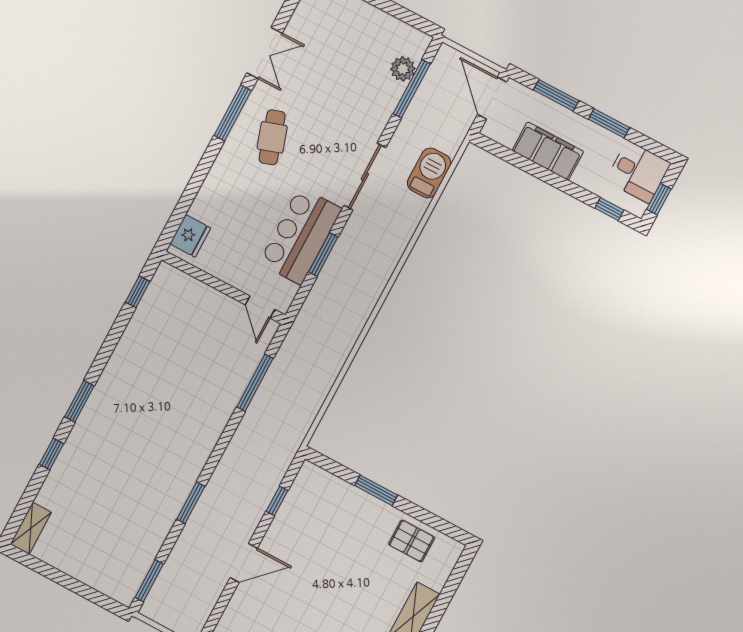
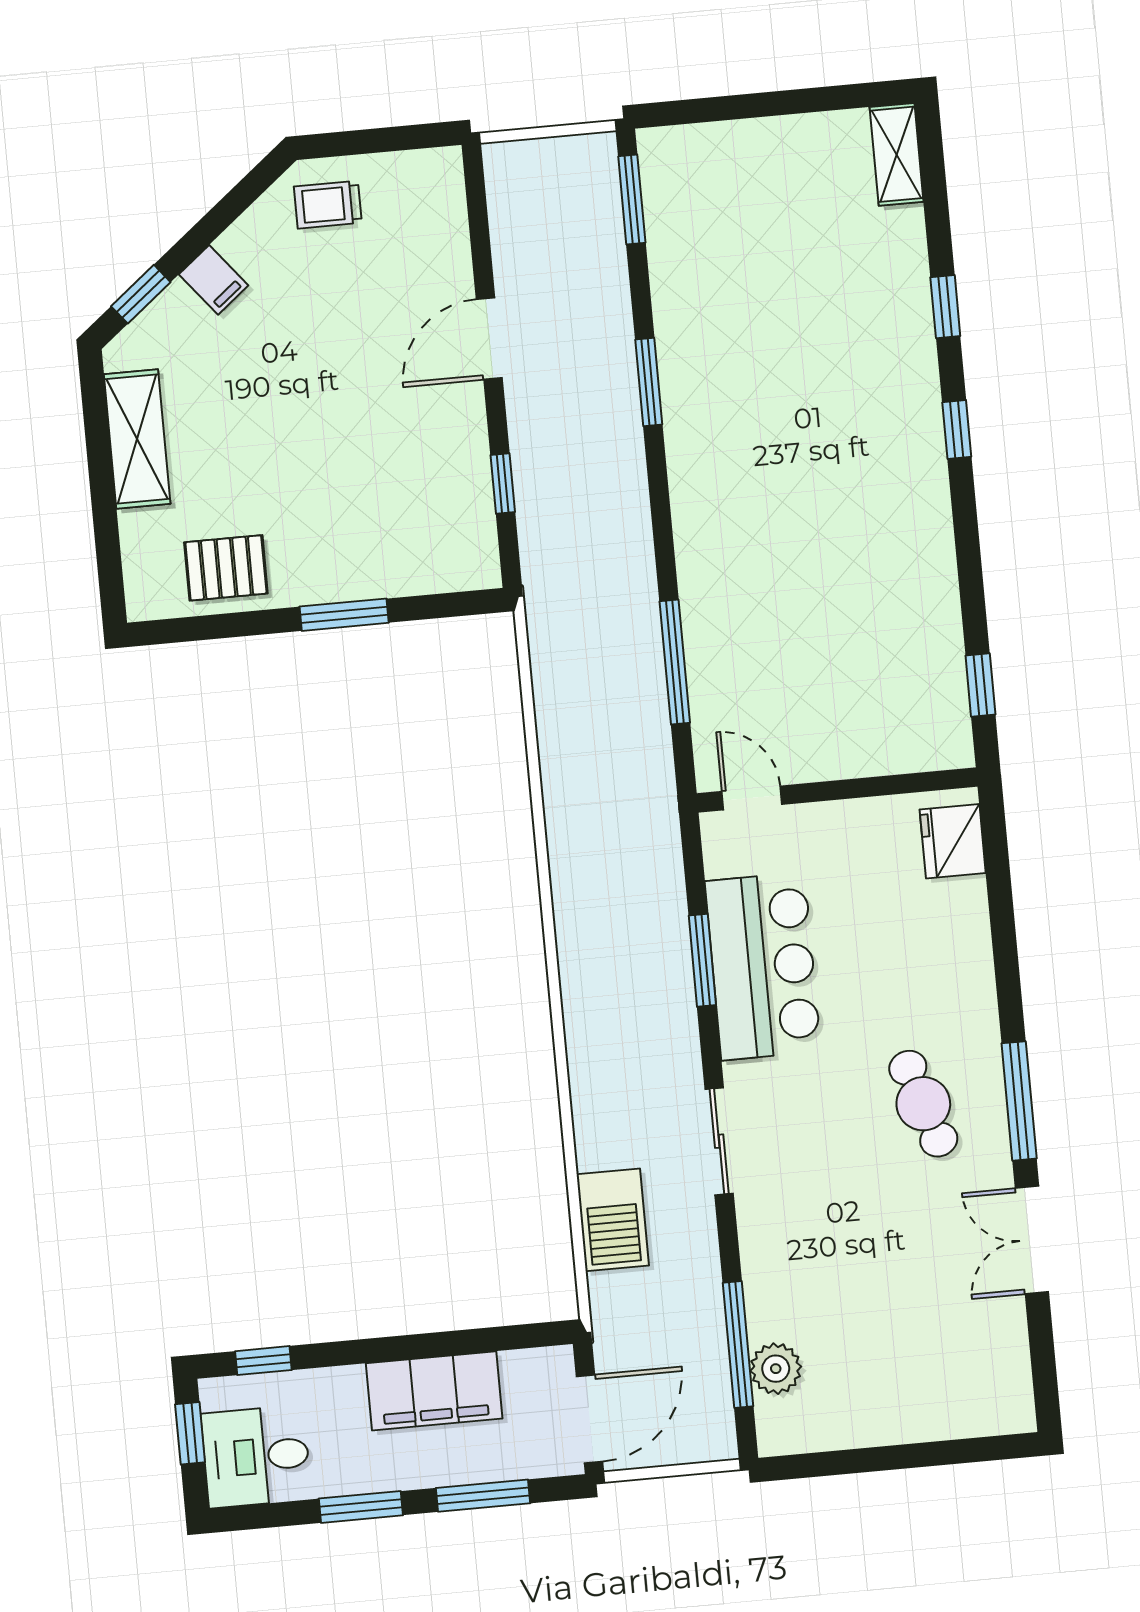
door: (492, 98) -> (589, 1419), hinge flipped
sliding door: (365, 177) -> (719, 1141), width x0.73
window: (79, 401) -> (957, 430), width x0.67

